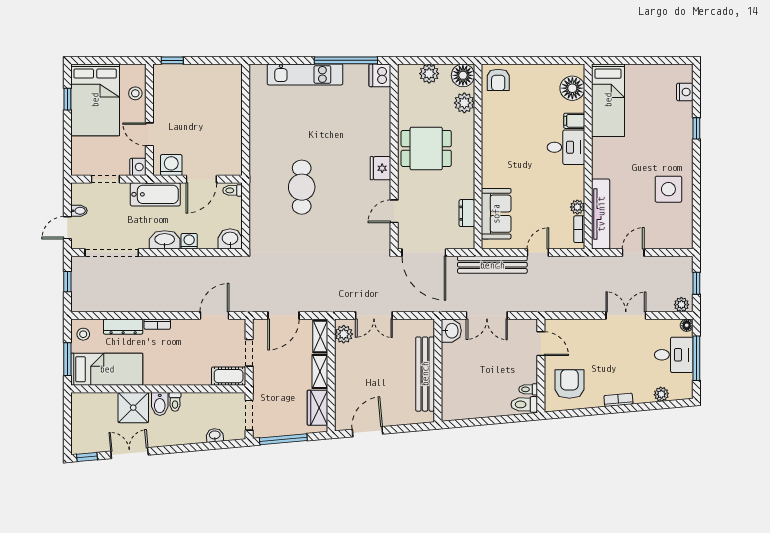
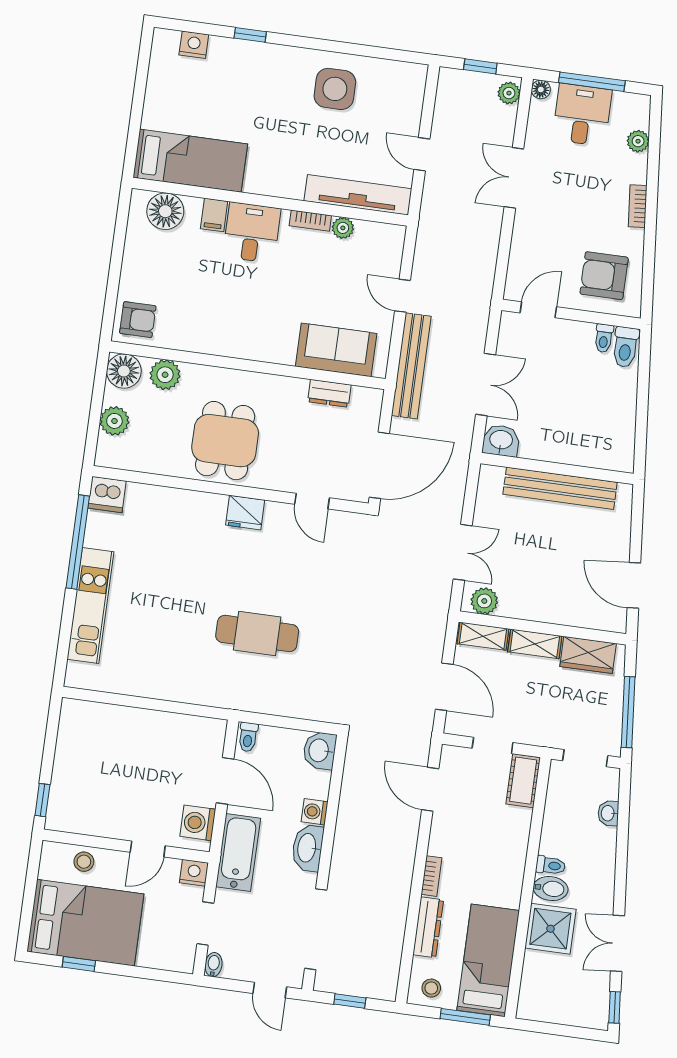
bidet: (79, 211) -> (214, 965), moved
bookcase: (579, 229) -> (310, 221), moved

